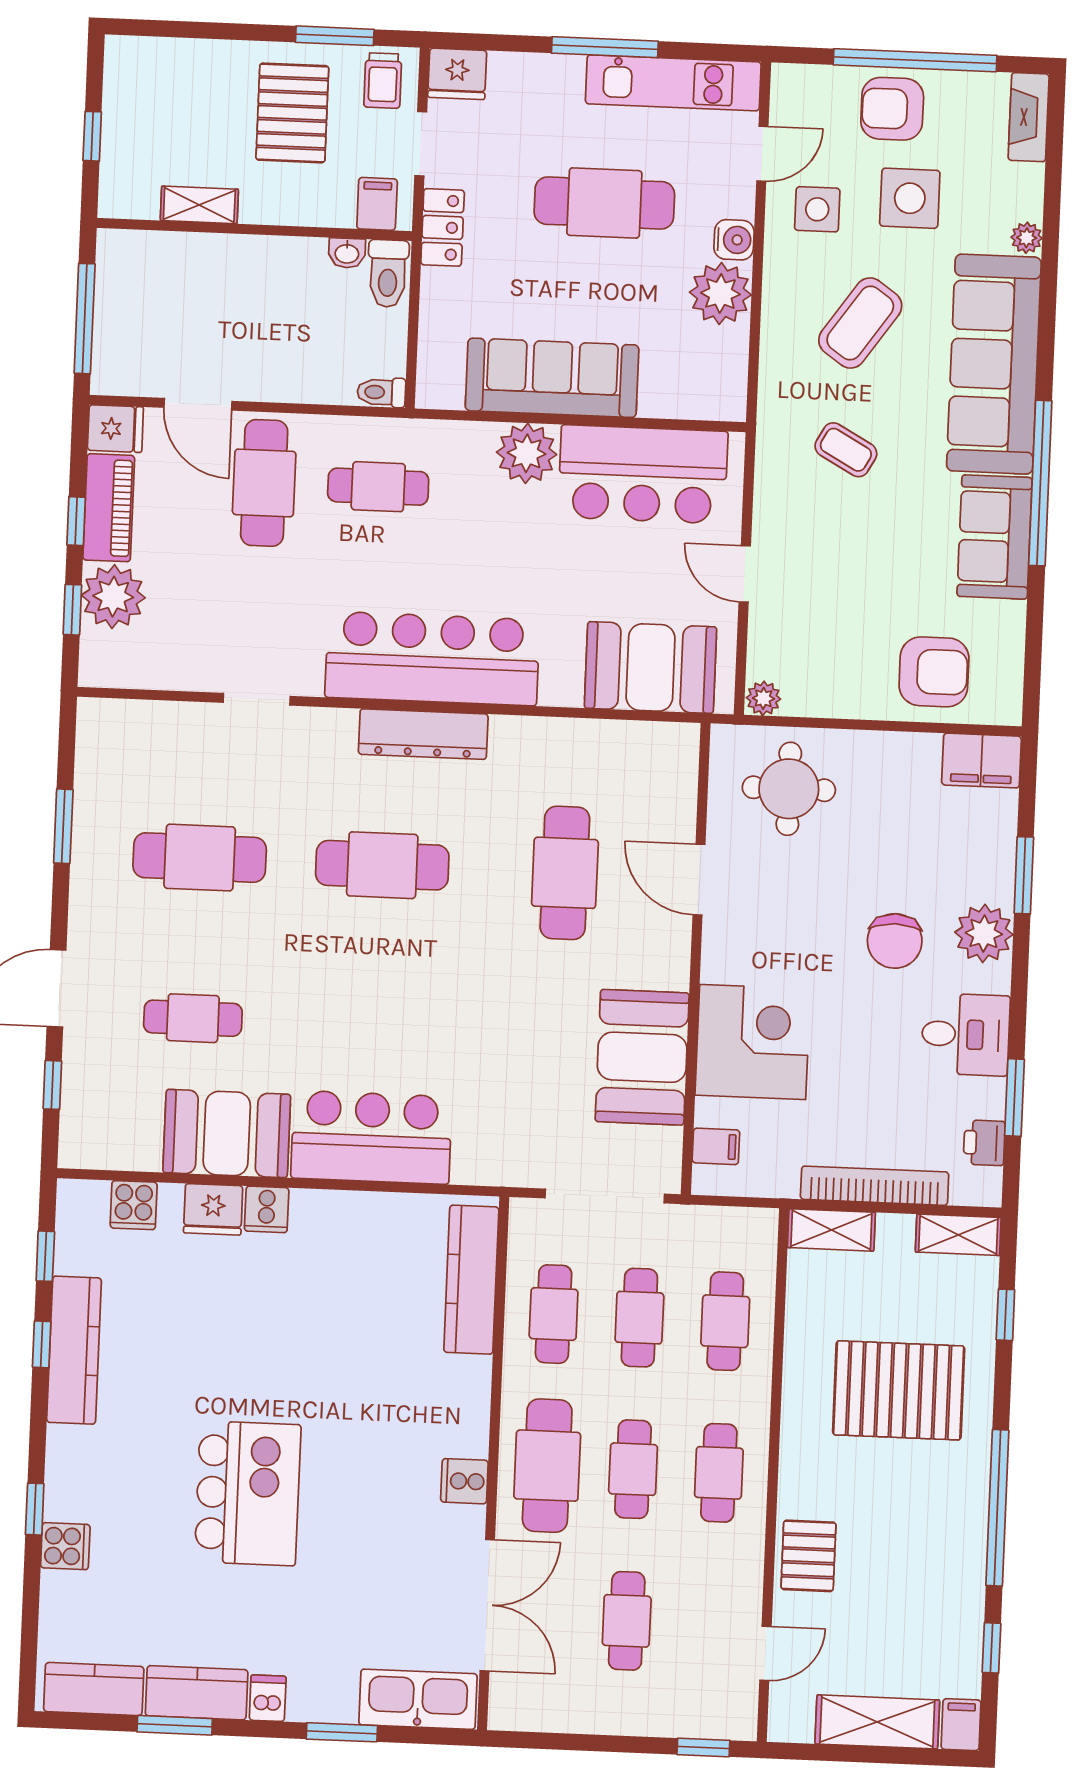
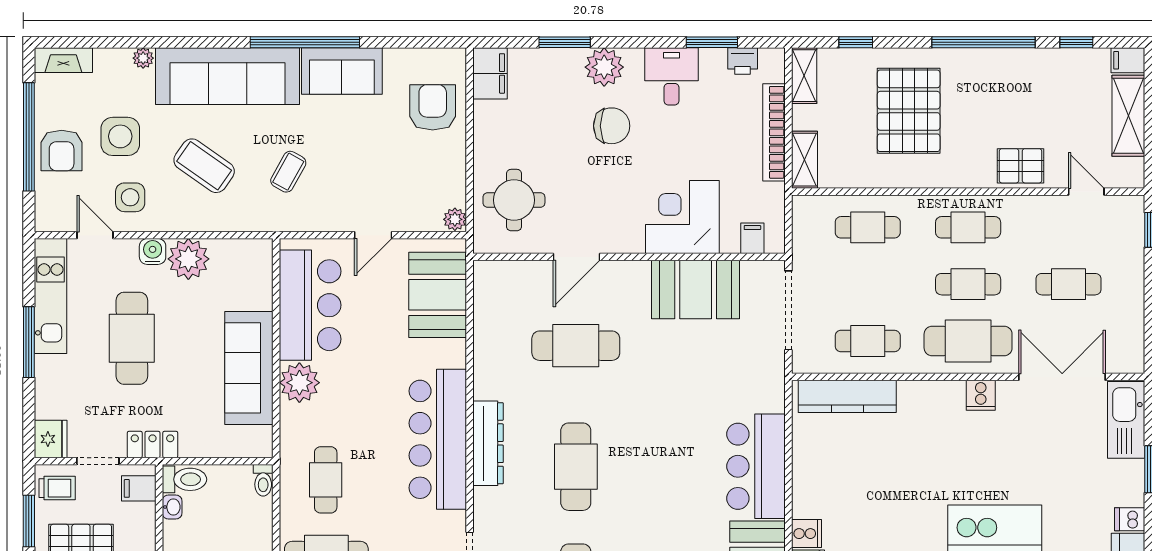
cafe table: (639, 1318) -> (868, 284), removed

